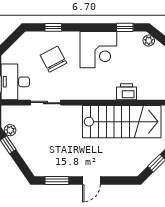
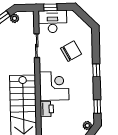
window: (53, 27) -> (96, 70), moved
corner desk: (98, 50) -> (54, 86), moved, turned 180

